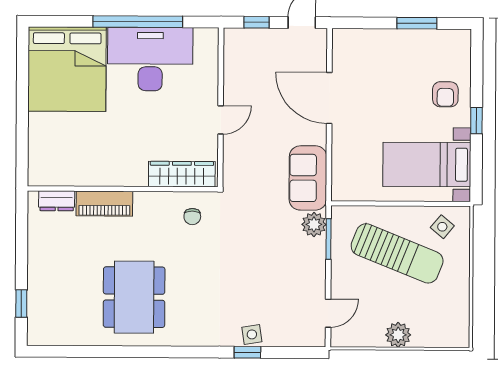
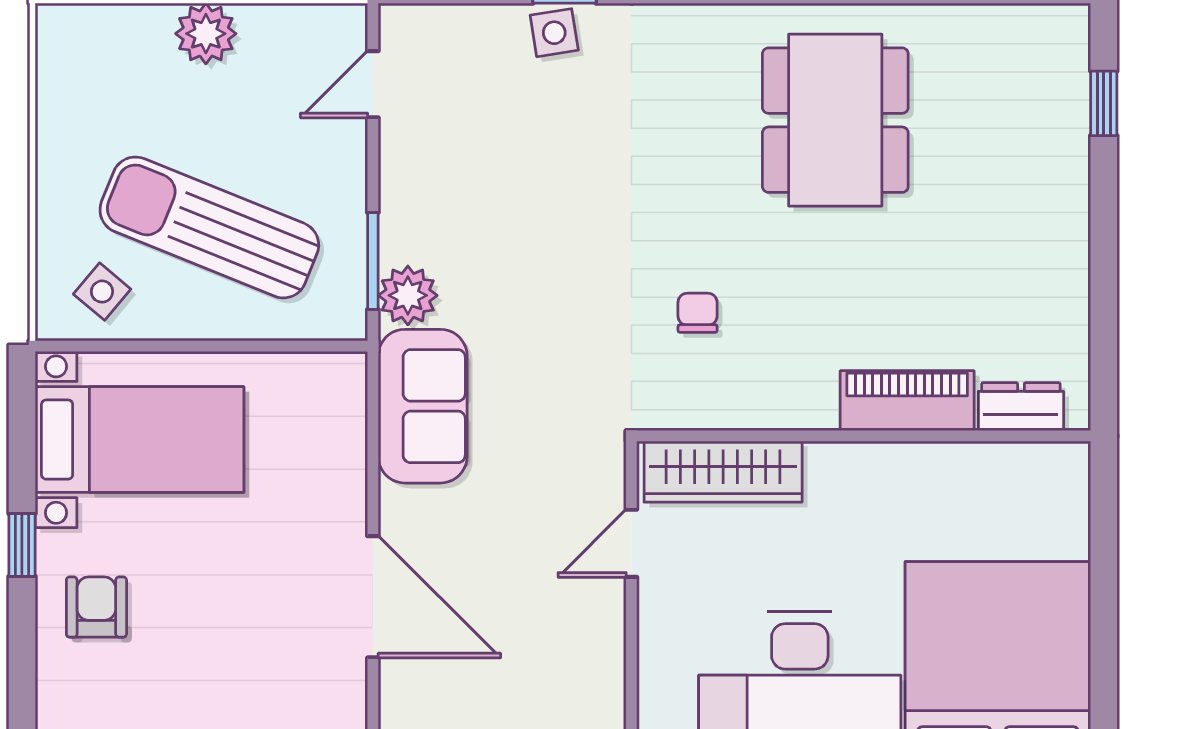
wardrobe: (182, 174) -> (723, 472), moved
wall: (123, 189) -> (864, 436), moved
dresser: (57, 201) -> (1021, 407), moved
piano: (104, 204) -> (907, 401), moved

